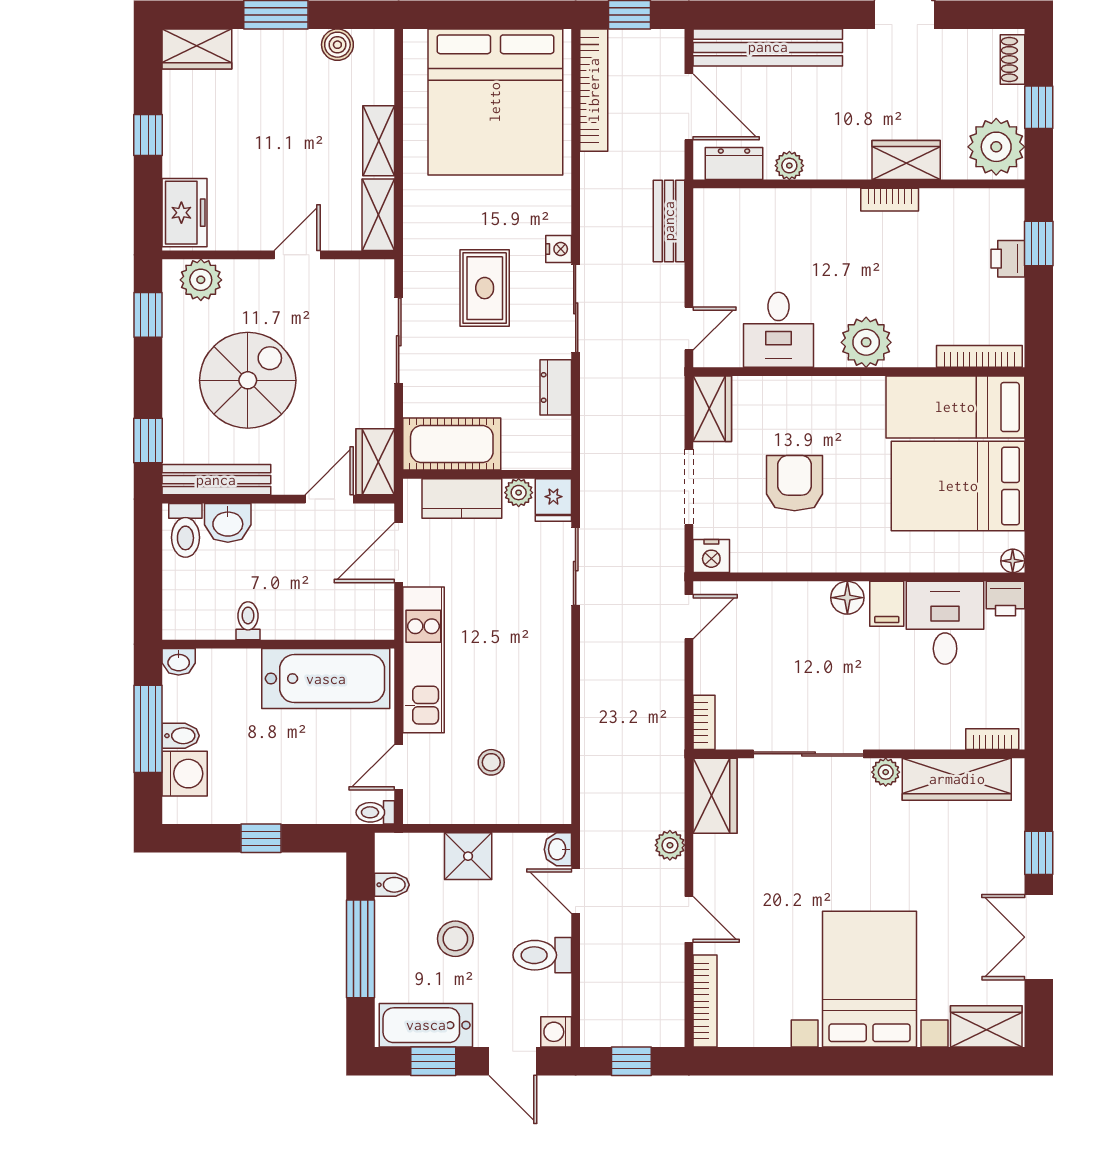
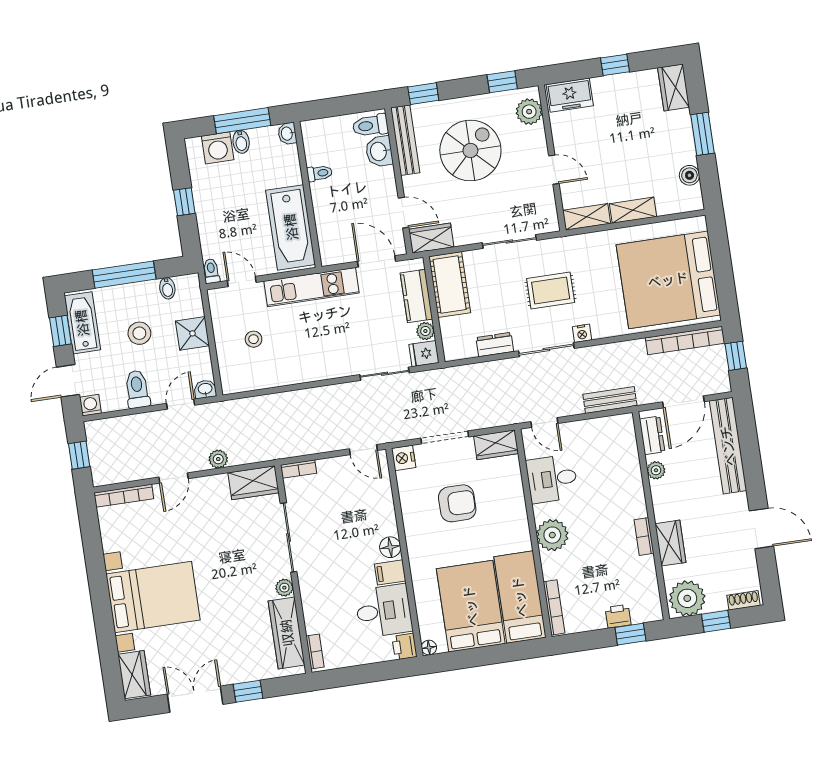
spiral stairs: (248, 380) -> (470, 151), turned -90

